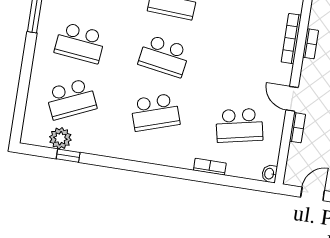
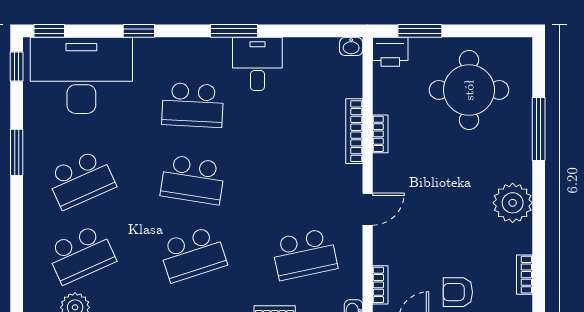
school desk: (80, 43) -> (81, 180), turned -30
door: (292, 99) -> (368, 209), swing flipped
bookcase: (297, 128) -> (380, 285), moved

